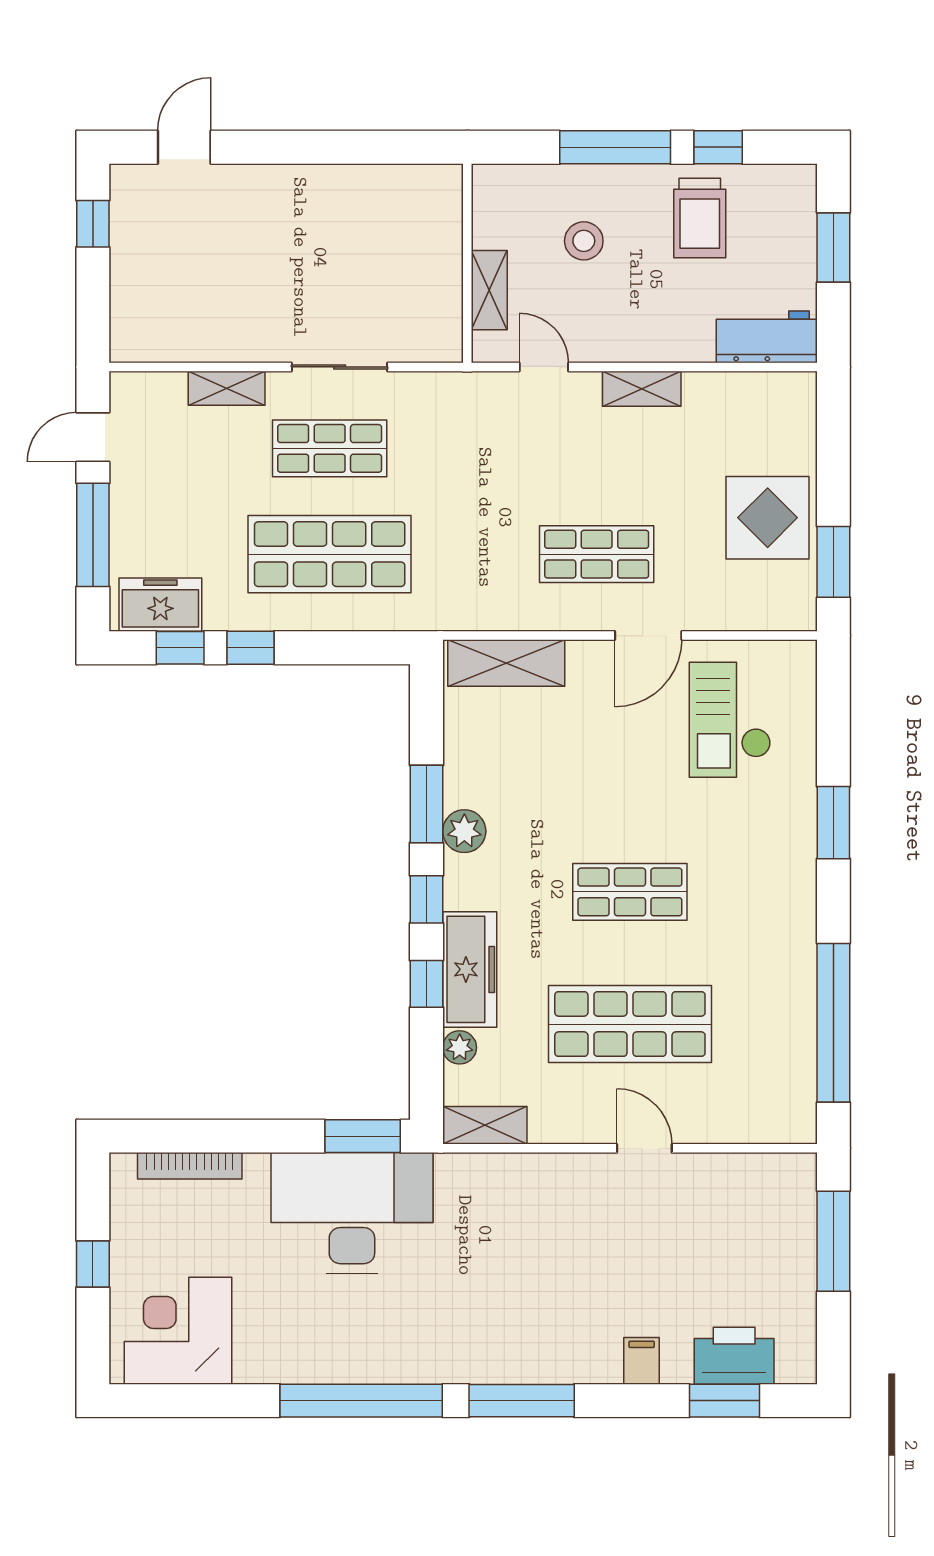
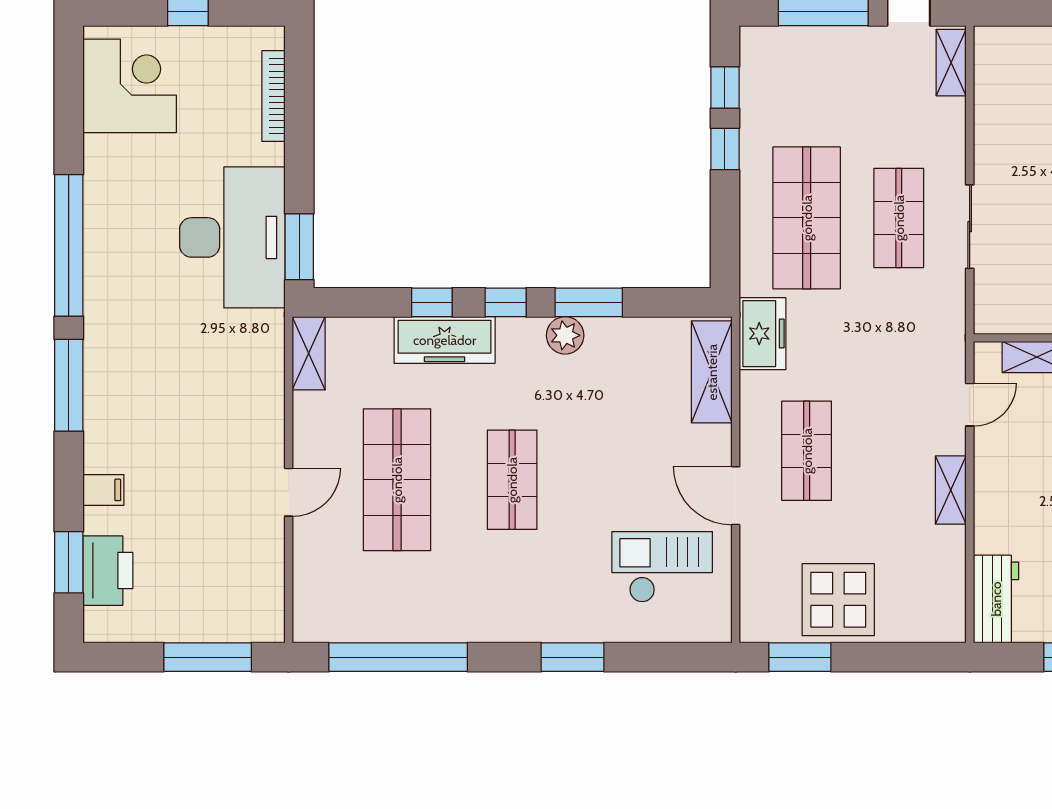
shelving: (227, 388) -> (951, 63), moved
freezer: (160, 605) -> (763, 334), moved
plant: (460, 1047) -> (377, 331), removed

